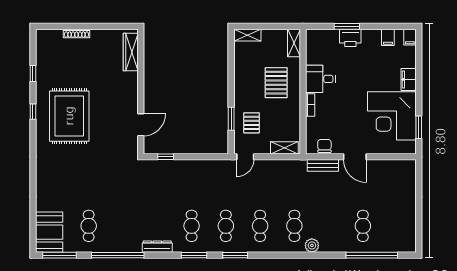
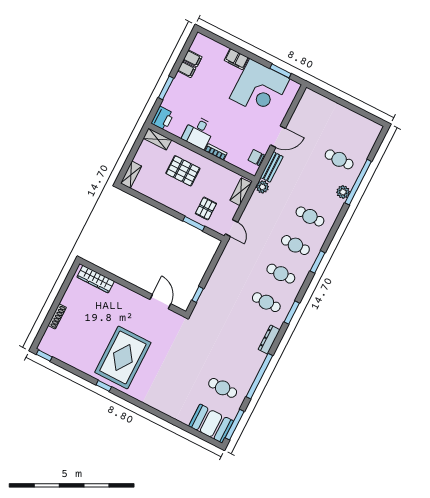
filing cabinet: (410, 37) -> (187, 69), moved
printer: (350, 38) -> (162, 118), moved
window: (33, 74) -> (44, 356), moved
rug: (69, 116) -> (123, 357), turned 90
pallet: (251, 123) -> (206, 208), turned 90
plant: (299, 166) -> (262, 187), added
plant: (312, 245) -> (343, 192), moved
window: (235, 255) -> (318, 262), moved
window: (372, 255) -> (358, 182), moved

